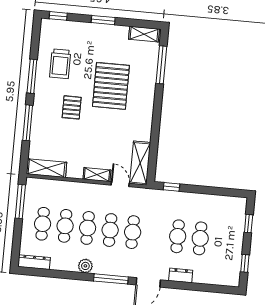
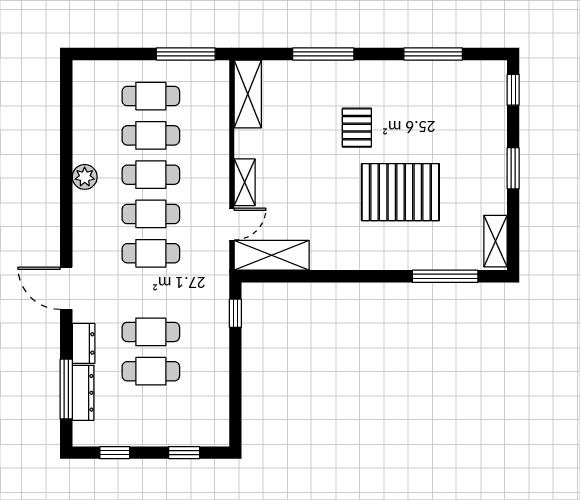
trolley: (60, 64) -> (431, 101), removed
window: (32, 76) -> (433, 54), moved
pallet: (72, 107) -> (357, 128), turned 90
dresser: (34, 262) -> (83, 393), moved
window: (111, 279) -> (66, 389), moved

